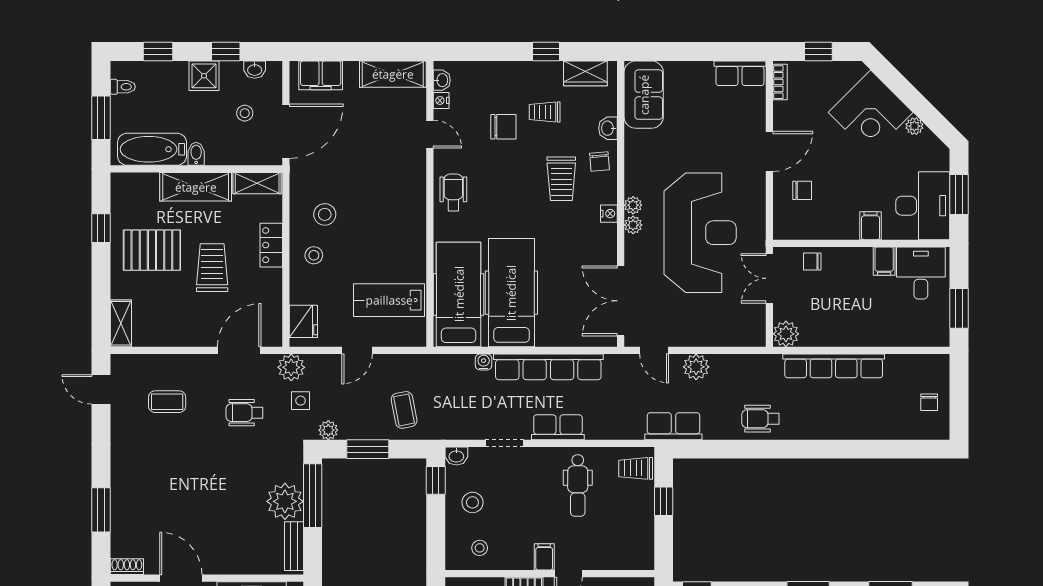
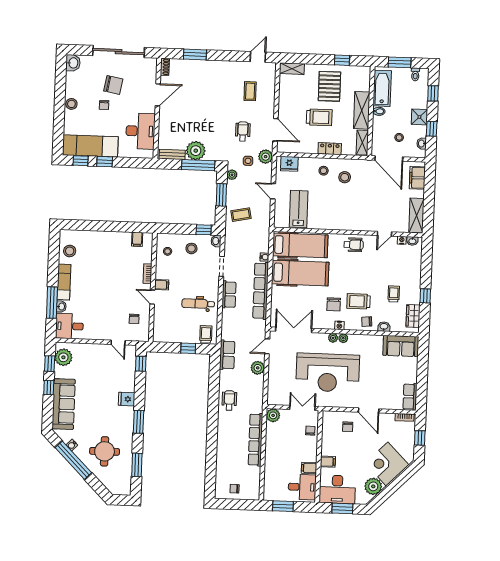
plant: (914, 126) -> (373, 486), width x1.88, depth x1.88
chair: (503, 127) -> (334, 304), moved

